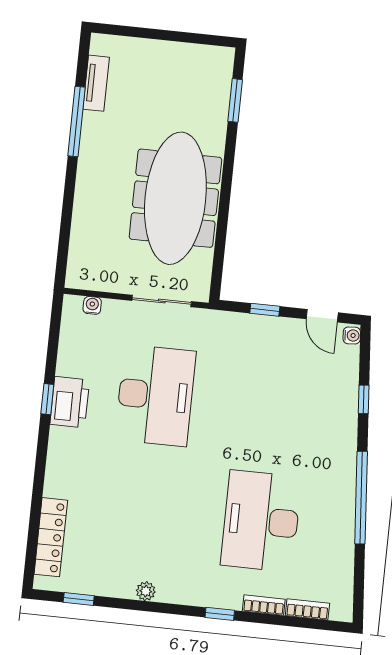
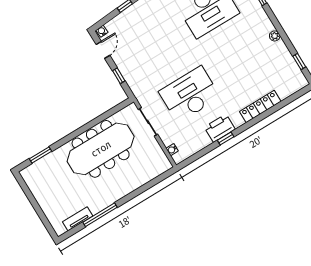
locker: (51, 537) -> (260, 106), moved

